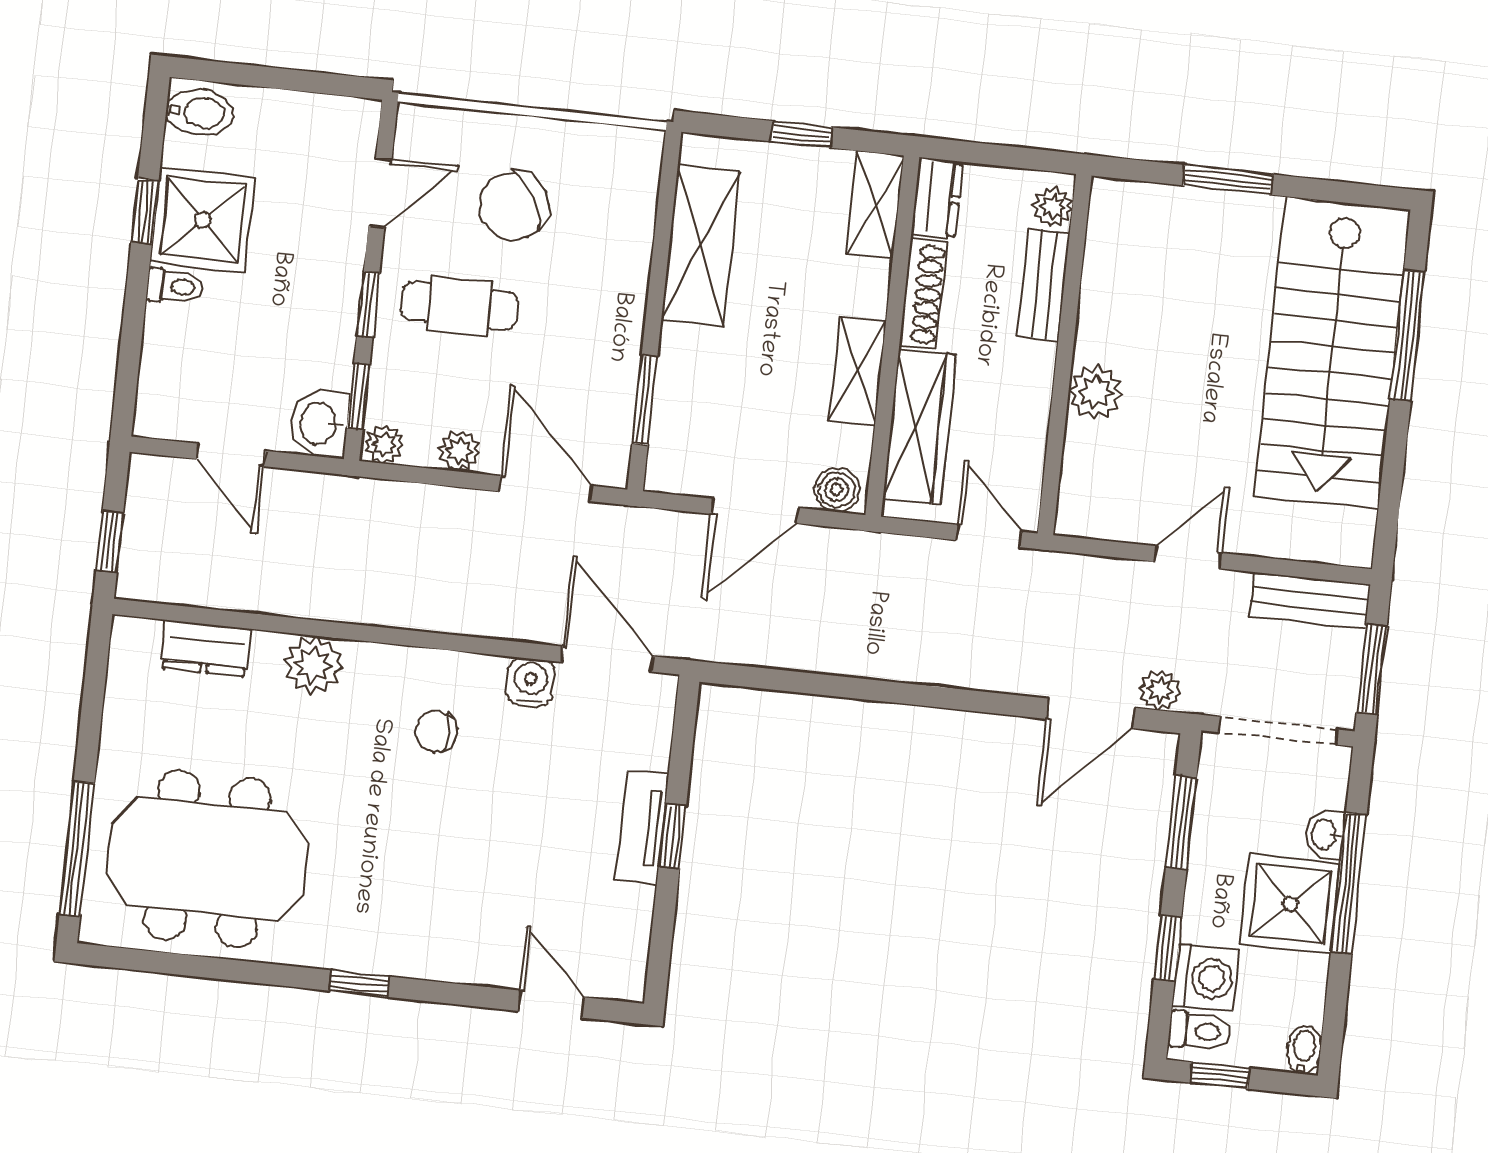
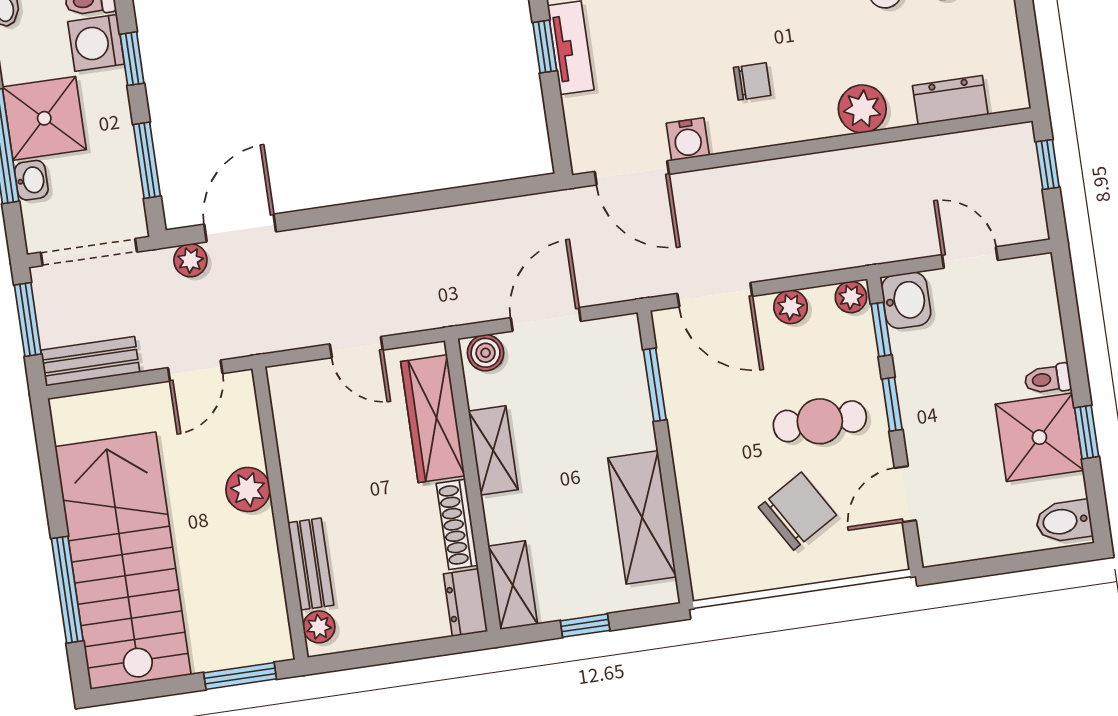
plant: (1053, 207) -> (319, 627), moved
bench: (1044, 285) -> (311, 564), moved
wall: (1065, 355) -> (280, 513), moved
plant: (1096, 392) -> (248, 489), moved

